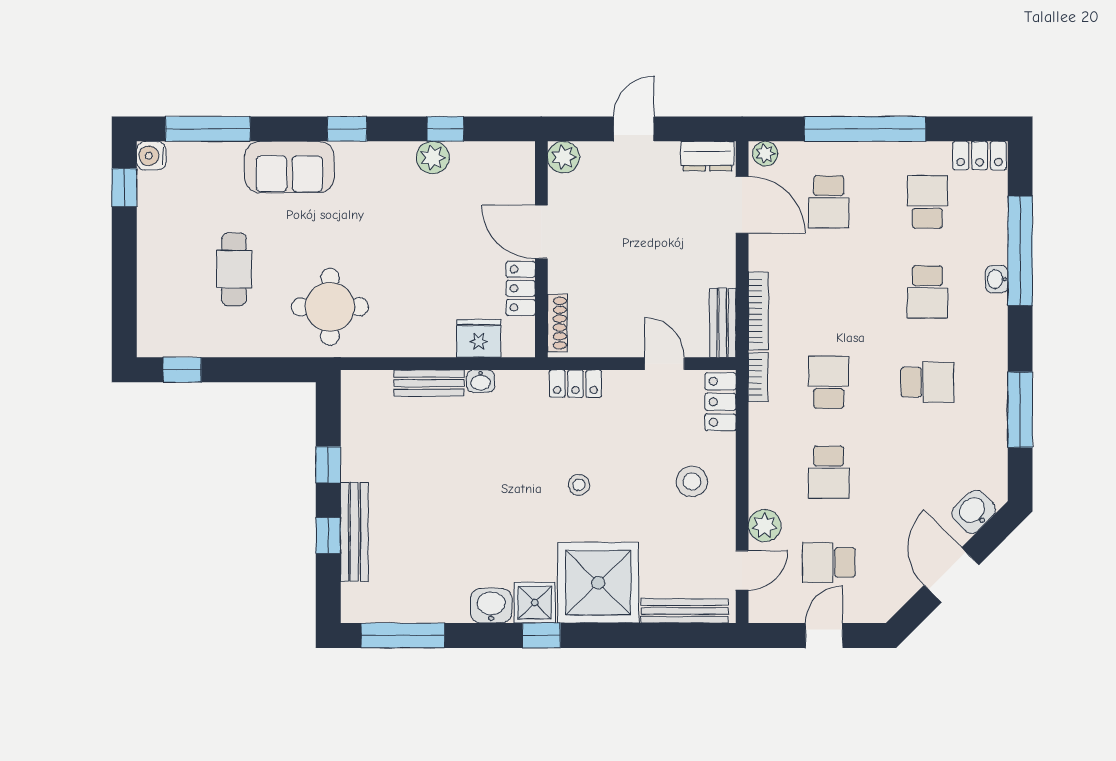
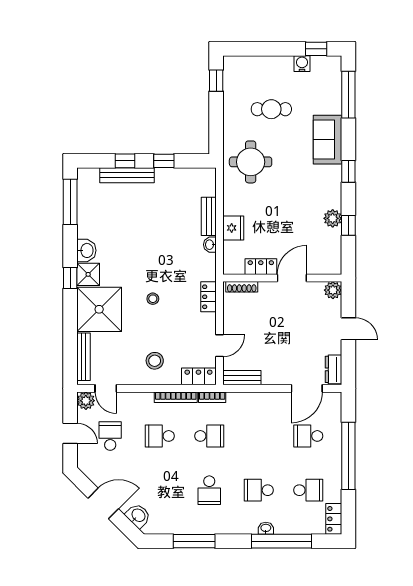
plant: (765, 154) -> (335, 401), removed
water cooler: (151, 156) -> (302, 64), moved
bookcase: (758, 311) -> (176, 397), moved
fridge: (479, 339) -> (233, 228), moved
plant: (765, 526) -> (86, 401), moved

